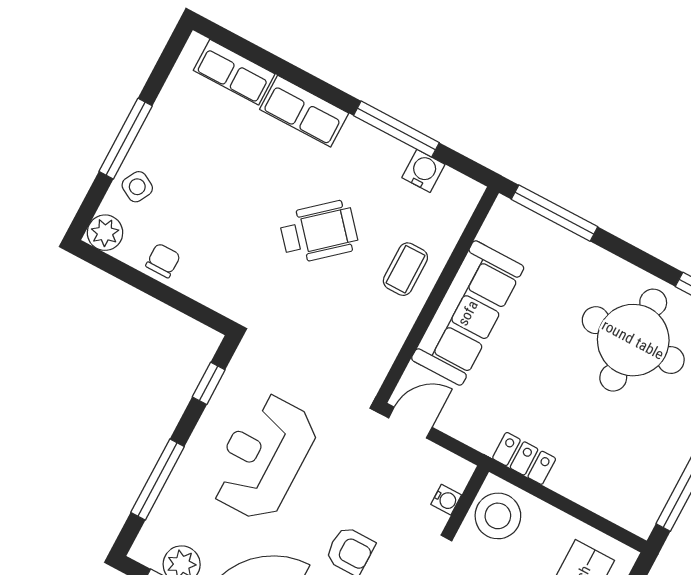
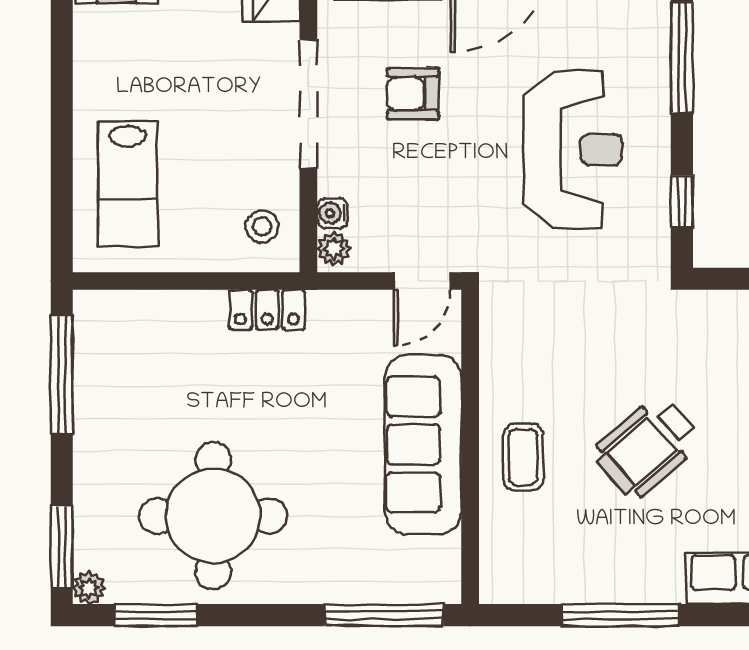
water cooler: (423, 171) -> (563, 583), removed
plant: (458, 476) -> (334, 249), added
stool: (498, 516) -> (262, 226), width x0.53, depth x0.53

